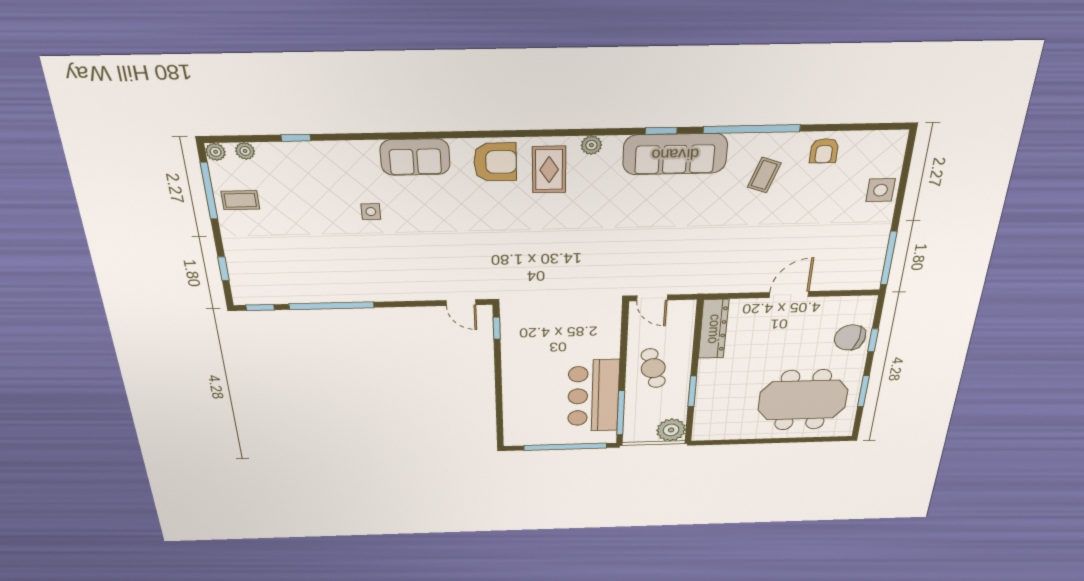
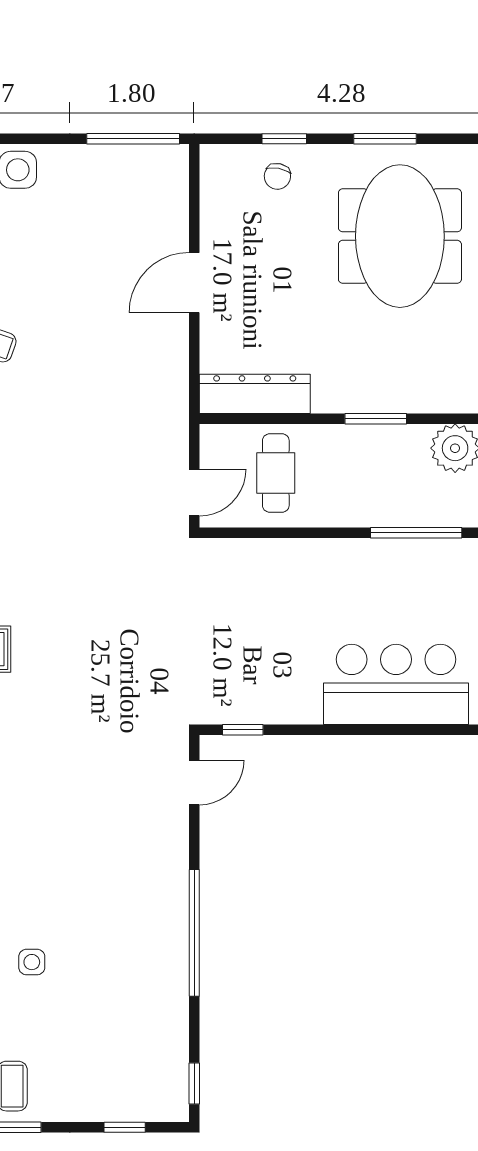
side table: (371, 212) -> (32, 962), moved
door: (789, 295) -> (194, 283), hinge flipped
window: (332, 306) -> (194, 933), moved
chair: (850, 337) -> (277, 176), width x0.54, depth x0.54
cafe table: (653, 368) -> (276, 473), moved, turned -75
bar counter: (593, 396) -> (396, 684), moved, turned 180

